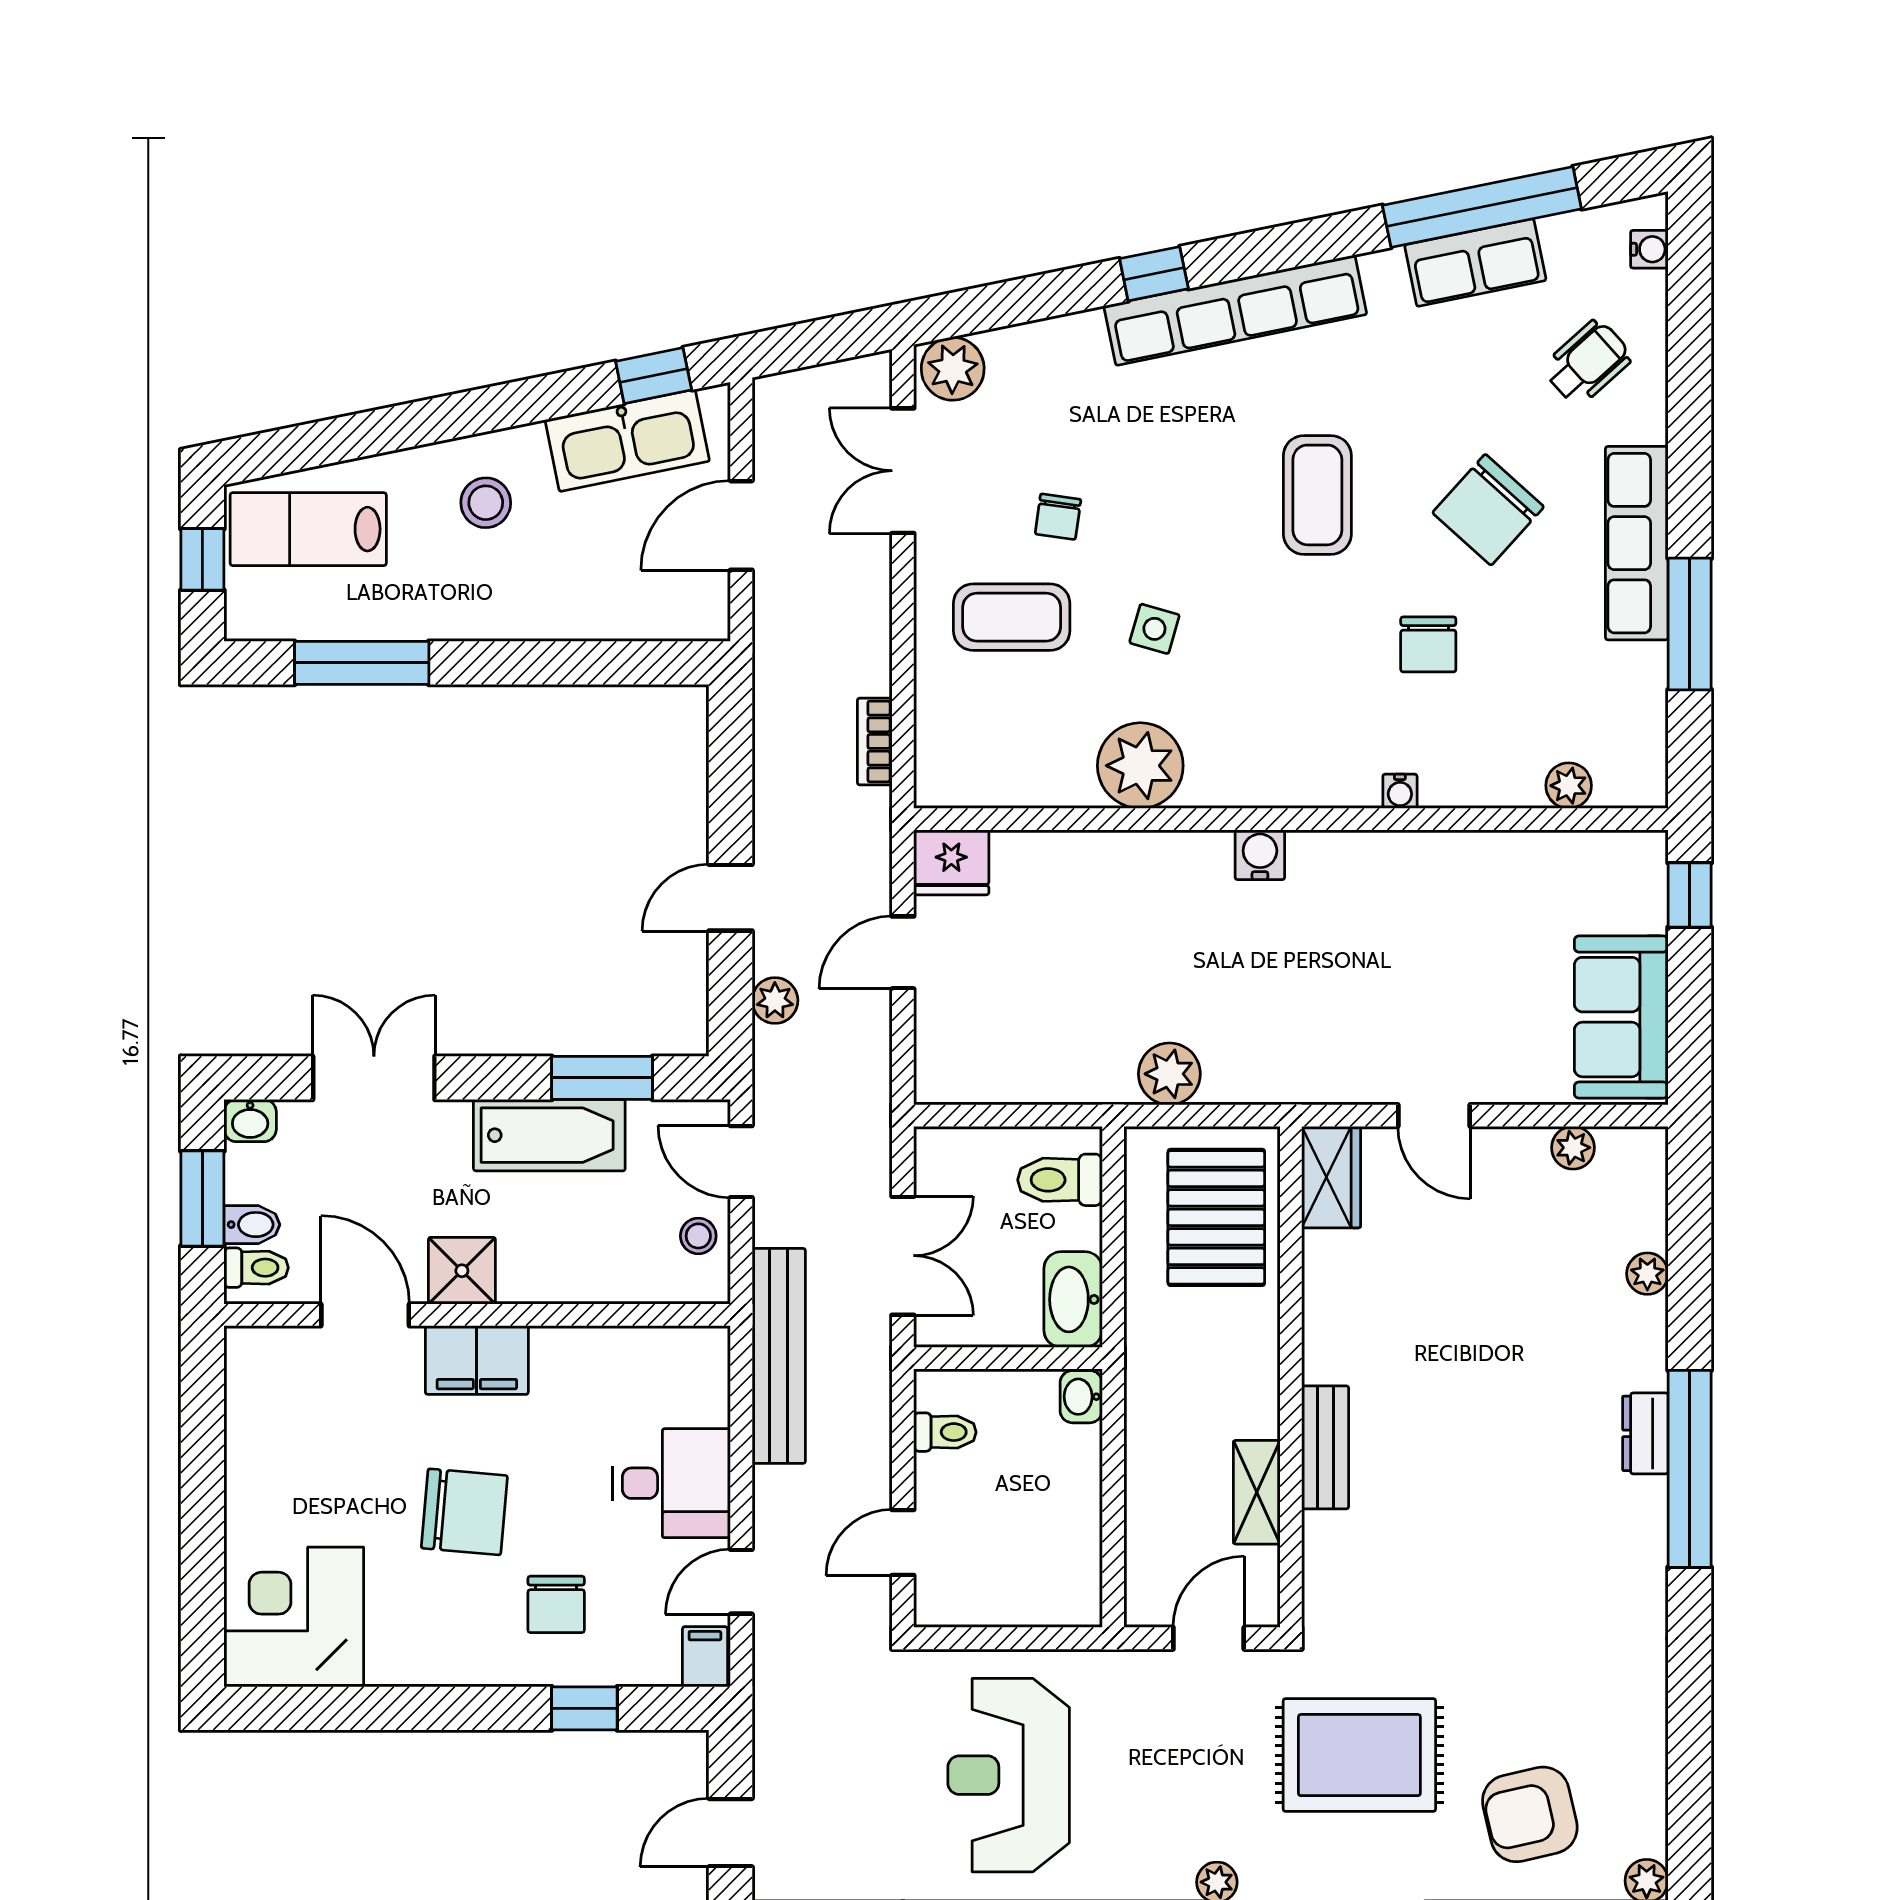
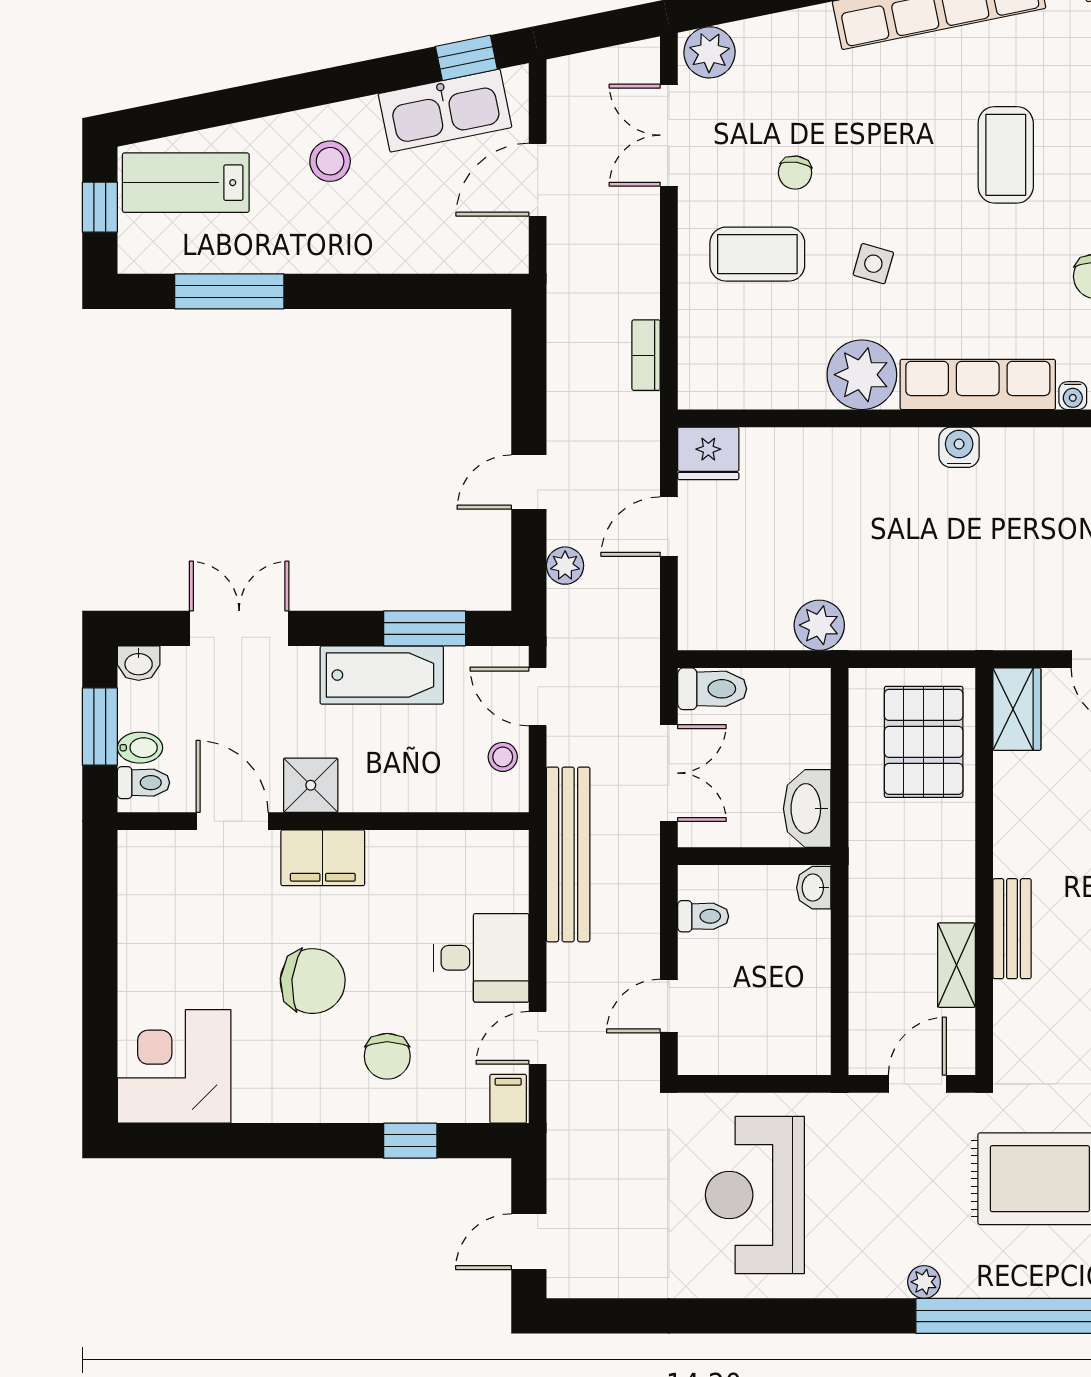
row of seats: (1283, 778) -> (978, 384), added
plant: (1169, 1074) -> (819, 625), moved
toilet: (1060, 1180) -> (712, 689), moved, turned 180

